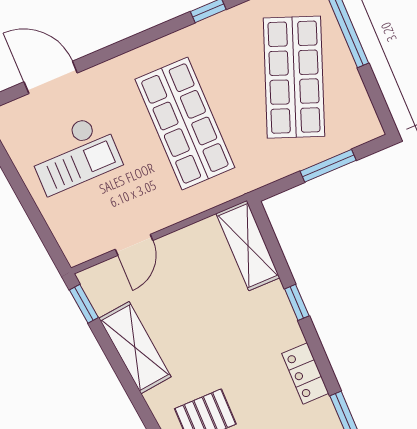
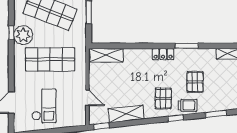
plant: (214, 40) -> (23, 35), added
window: (297, 302) -> (135, 46), removed

